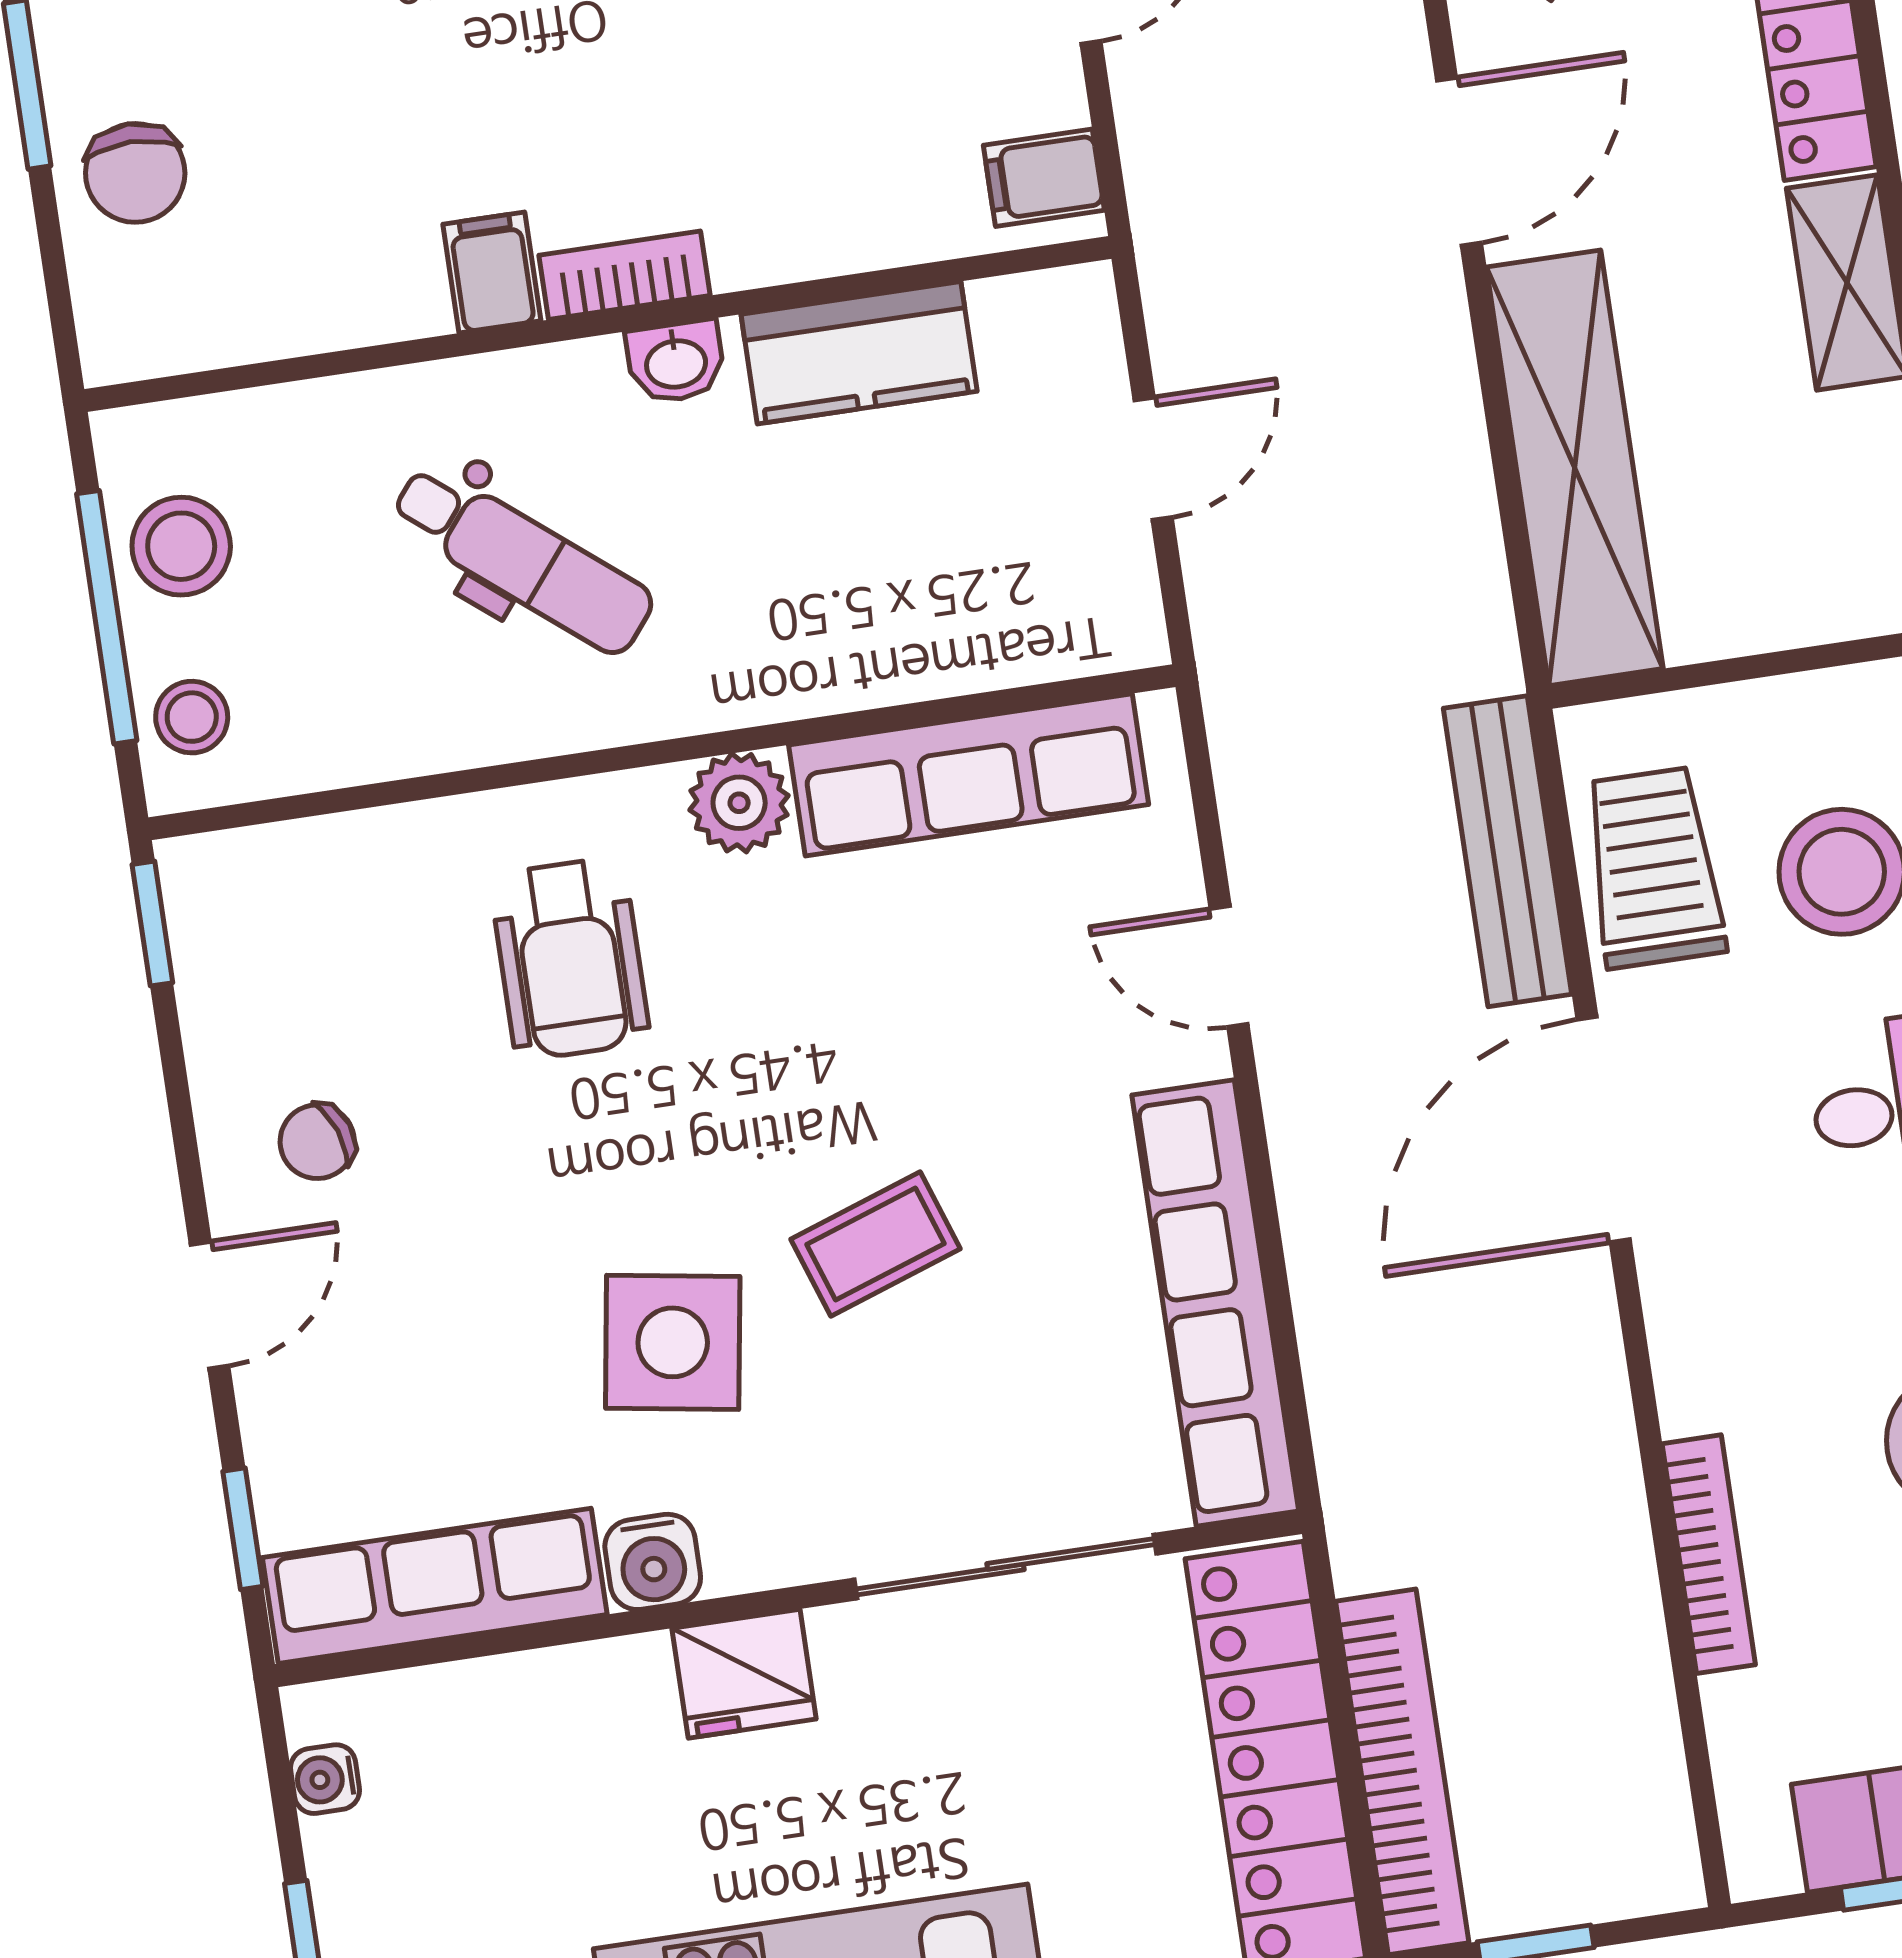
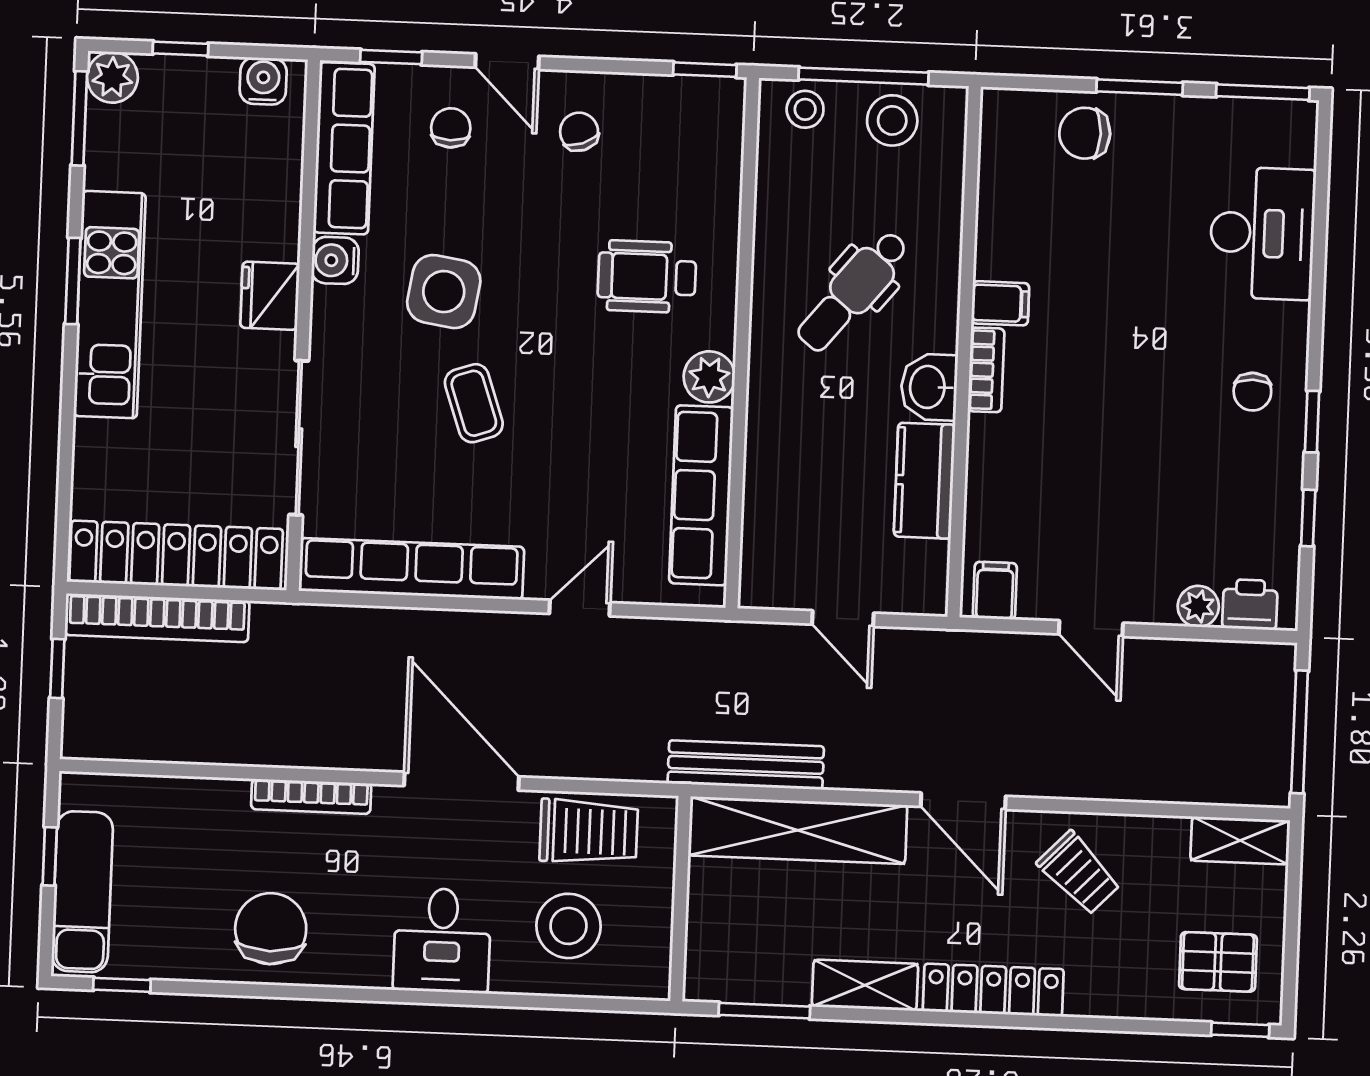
washbasin: (676, 362) -> (929, 387), width x1.38, depth x1.45
bench: (1508, 851) -> (746, 765), moved
chair: (357, 1389) -> (451, 128), added
bookcase: (1709, 1554) -> (311, 796), moved
water cooler: (325, 1779) -> (263, 81), width x1.38, depth x1.38

